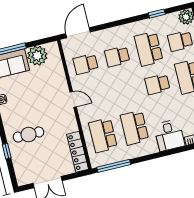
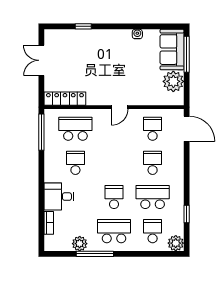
school desk: (134, 128) -> (75, 163), width x0.54
cafe table: (28, 135) -> (95, 53), removed

